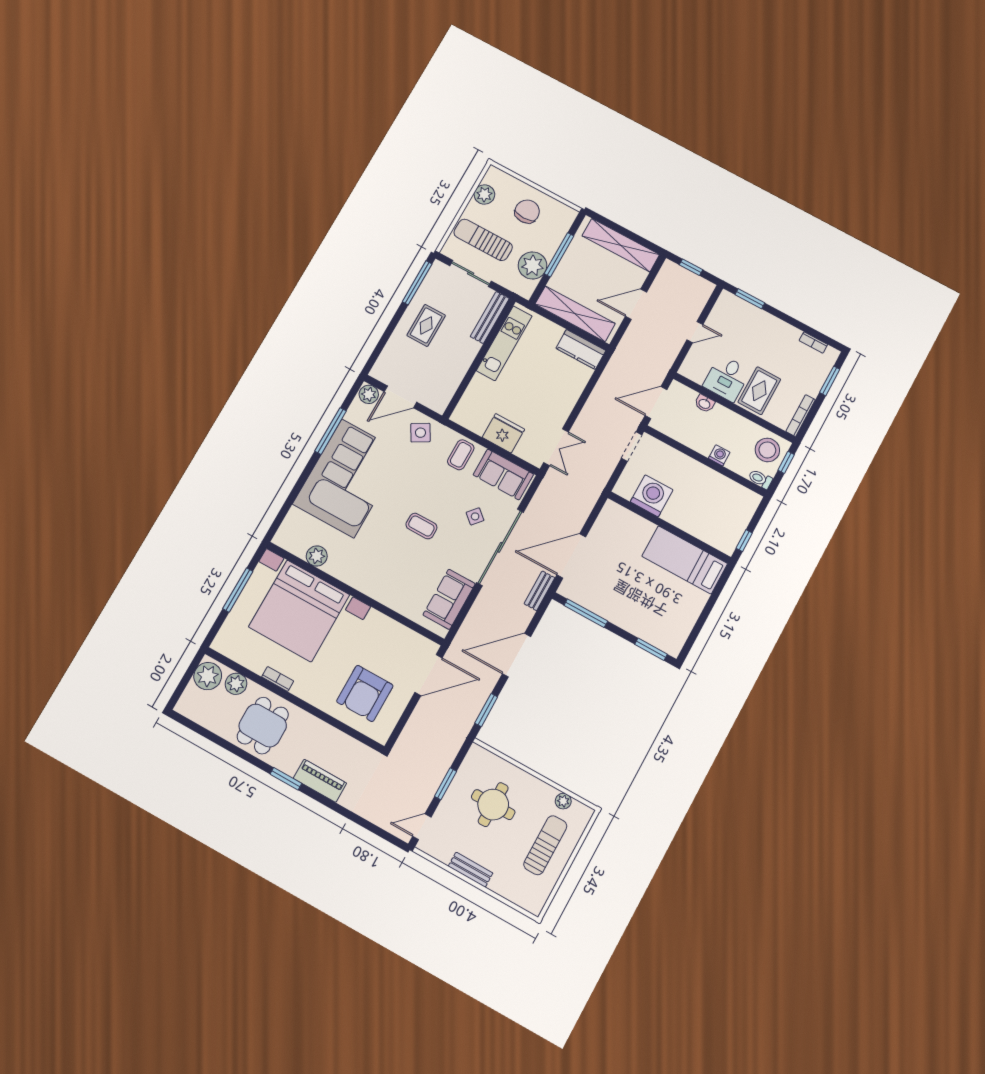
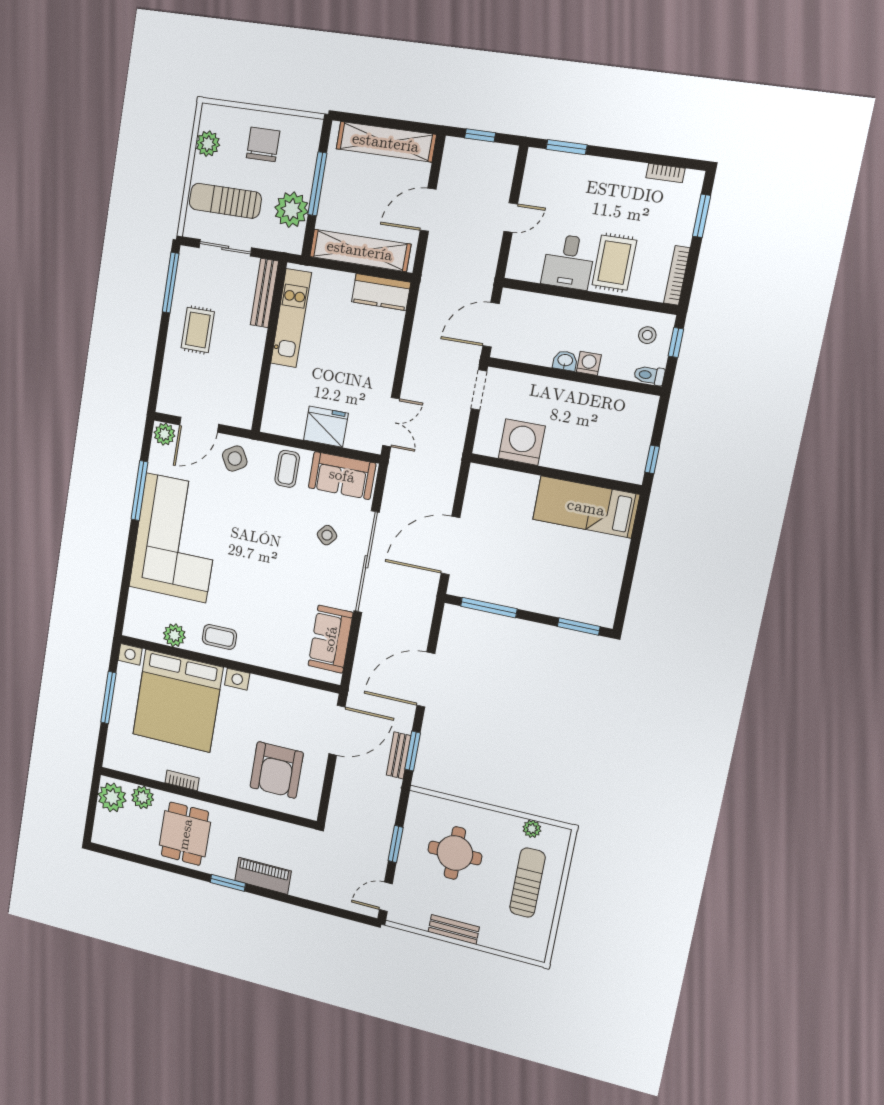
washbasin: (705, 404) -> (565, 361), moved, turned 180
stool: (767, 450) -> (647, 335), width x0.53, depth x0.53
coffee table: (421, 526) -> (219, 637), moved
bench: (539, 591) -> (399, 755), moved

